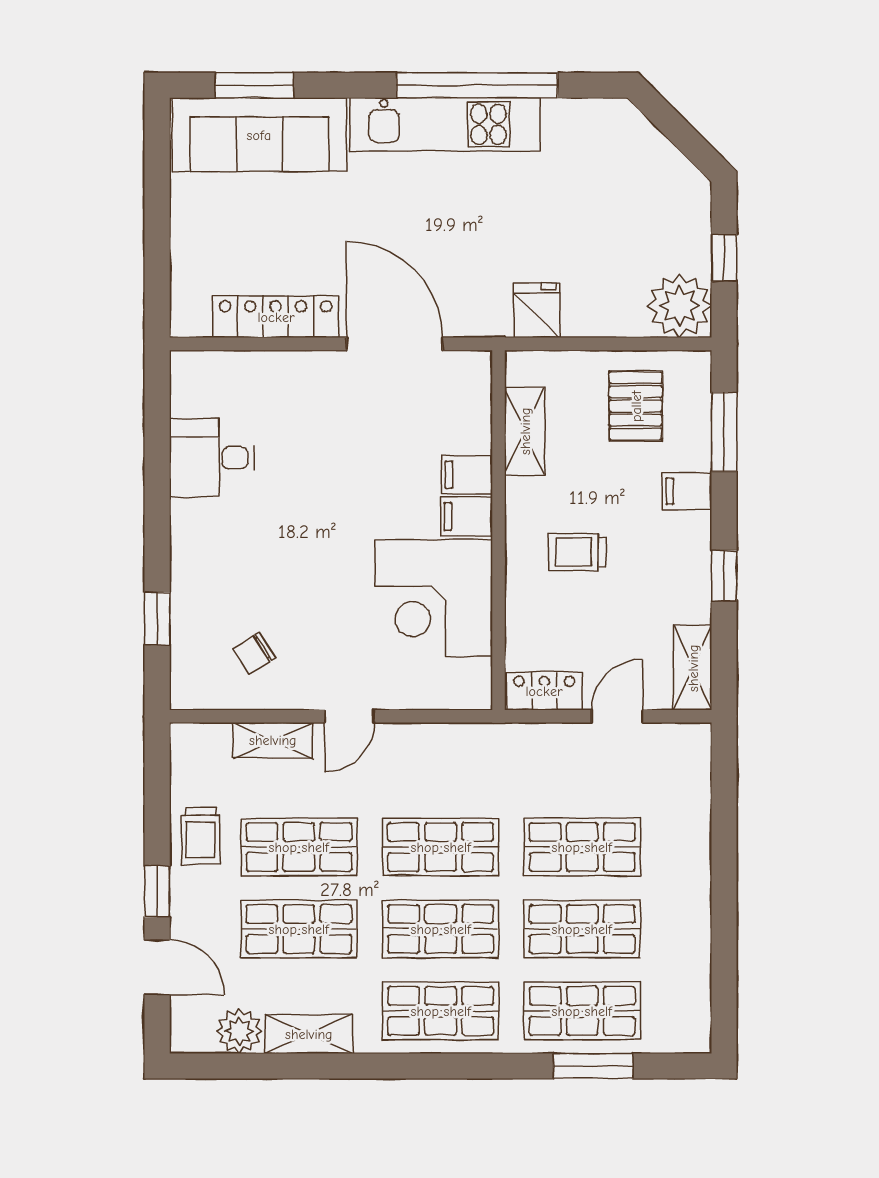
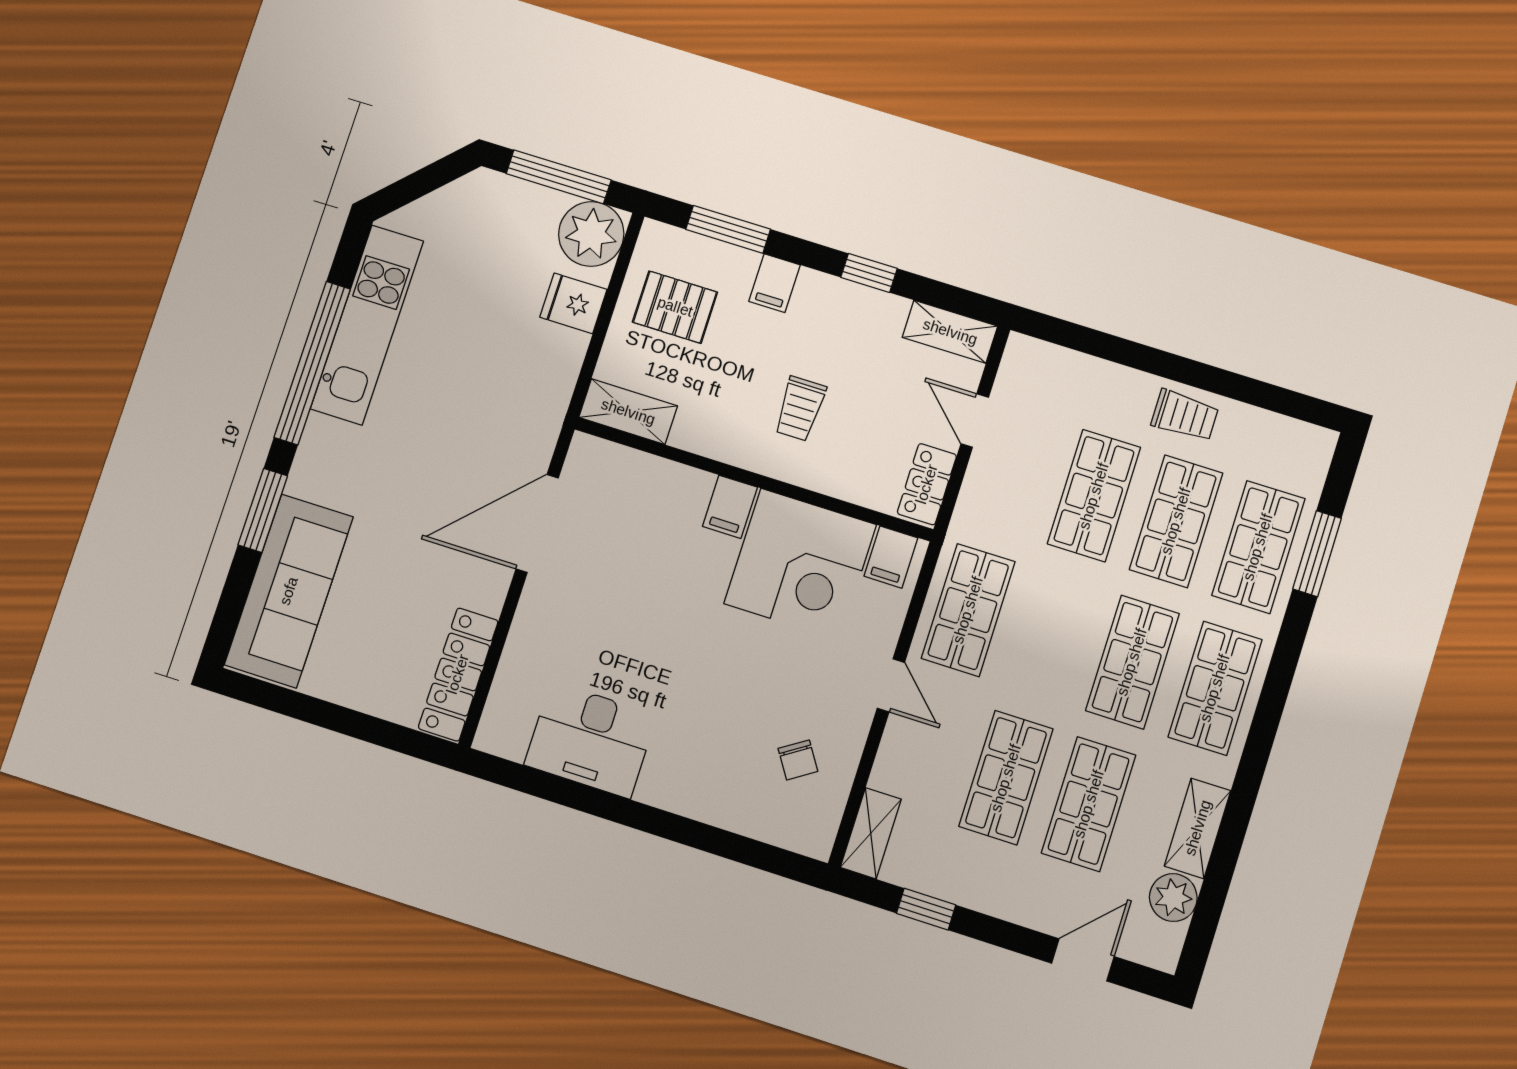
window: (254, 85) -> (263, 510), moved
kitchen unit: (445, 124) -> (367, 325), moved
window: (724, 258) -> (559, 177), width x2.17
fridge: (537, 310) -> (573, 303), moved
locker: (276, 317) -> (458, 674), moved
shelving: (525, 431) -> (628, 412), moved
desk: (212, 458) -> (590, 740), width x1.37
filing cabinet: (467, 475) -> (891, 557), moved
window: (157, 619) -> (733, 846), removed
shelving: (273, 740) -> (871, 833), moved
trolley: (201, 836) -> (1185, 415), moved
shop shelf: (441, 847) -> (968, 610), moved
window: (157, 891) -> (926, 909), moved

